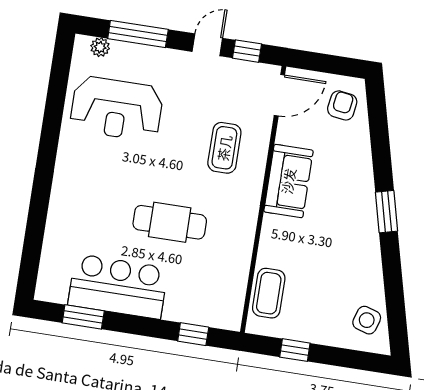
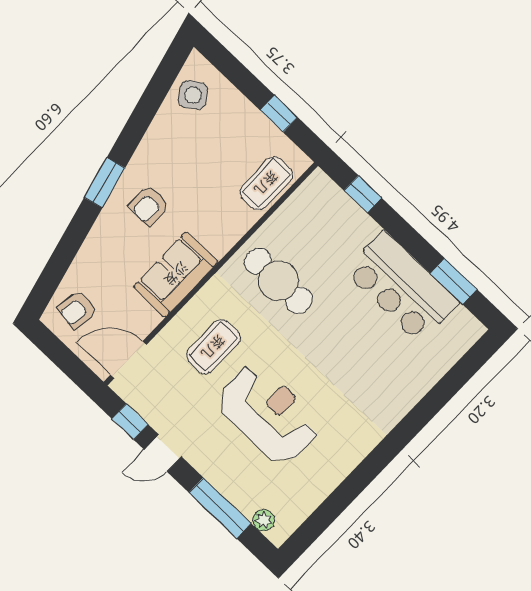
reception desk: (117, 109) -> (268, 414), moved
armchair: (343, 218) -> (149, 206), added
cafe table: (170, 222) -> (278, 281), moved
side table: (367, 320) -> (193, 95), turned 38

